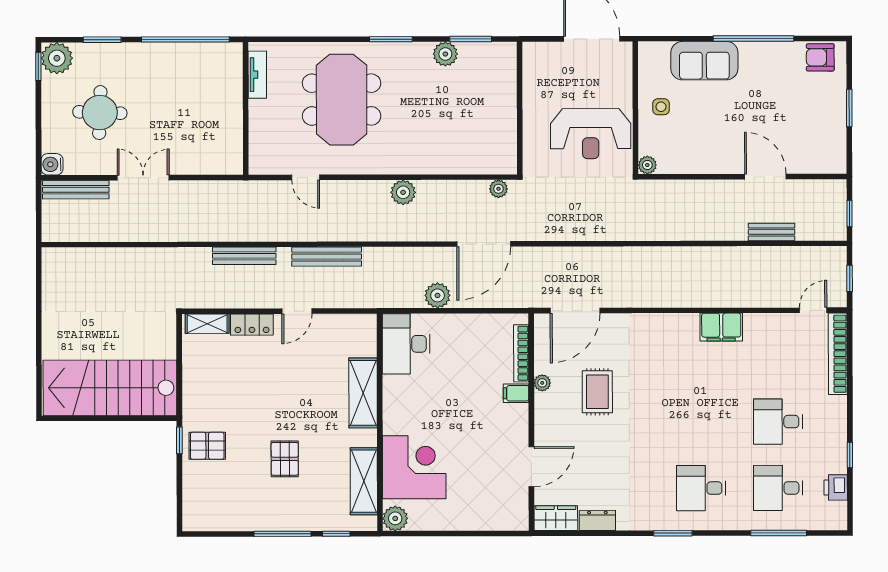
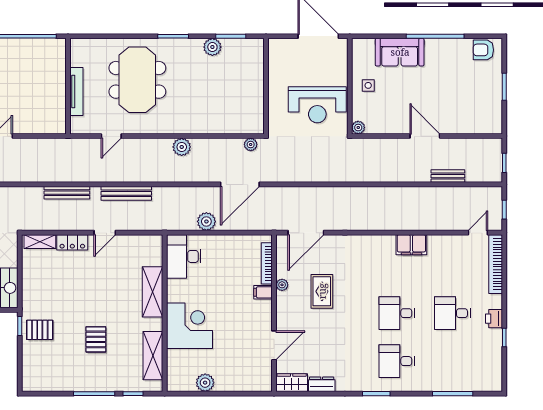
tv unit: (257, 75) -> (76, 92), moved, width x1.41
door: (306, 177) -> (111, 136), hinge flipped
door: (765, 177) -> (425, 136), moved
corner desk: (414, 467) -> (189, 326), moved
printer: (836, 487) -> (494, 319), moved
desk: (778, 488) -> (397, 313), moved
plant: (395, 518) -> (205, 383), moved

